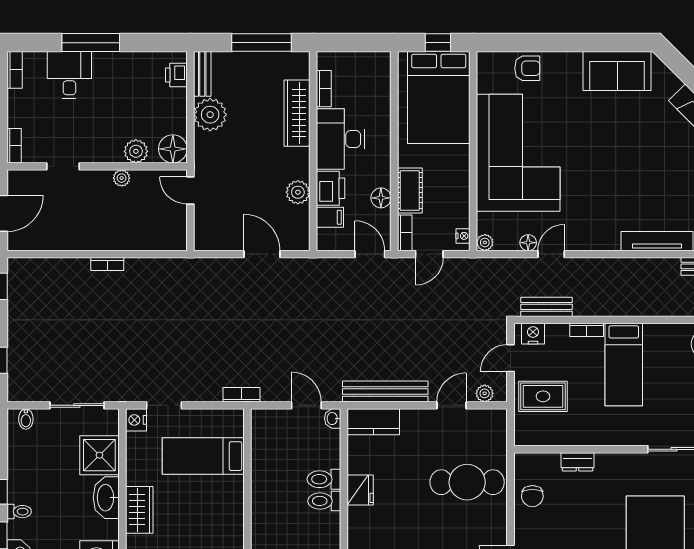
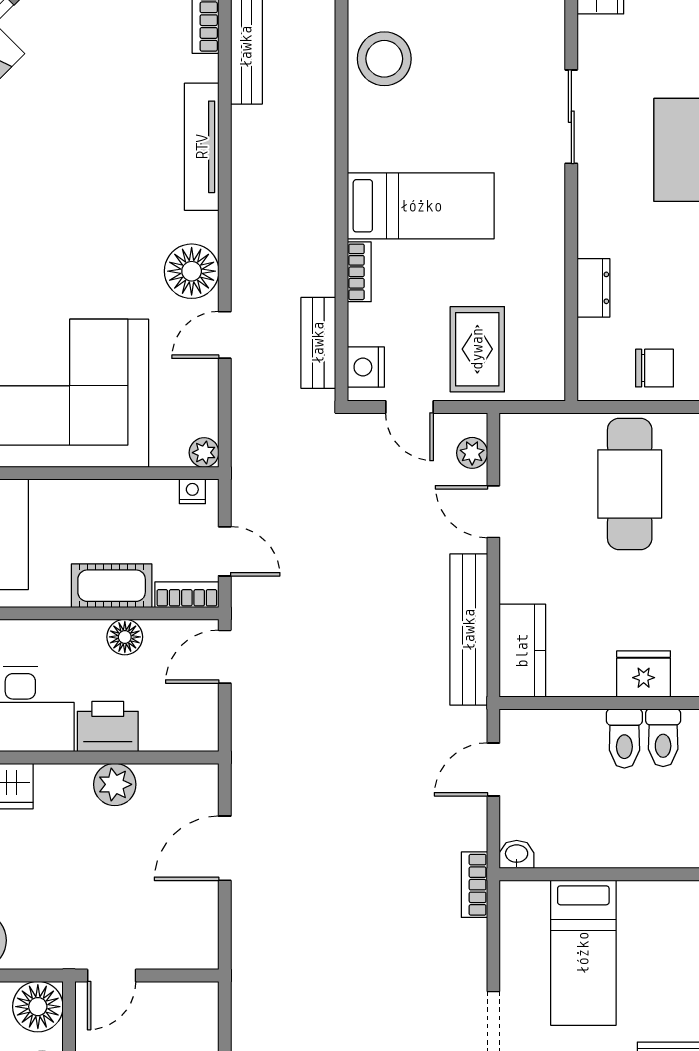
filing cabinet: (330, 217) -> (159, 728), removed
floor lamp: (528, 243) -> (192, 271), moved, width x1.89, depth x1.89
door: (551, 254) -> (225, 335), hinge flipped
washbasin: (333, 418) -> (517, 854), moved, turned 180

